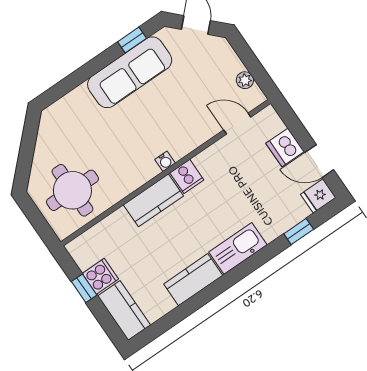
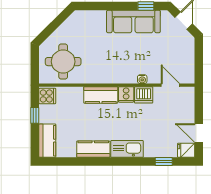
plant: (245, 80) -> (189, 66), removed
dishwasher: (285, 147) -> (144, 95), moved, turned -90
water cooler: (165, 161) -> (142, 79), moved
cooker: (100, 276) -> (47, 96), moved

